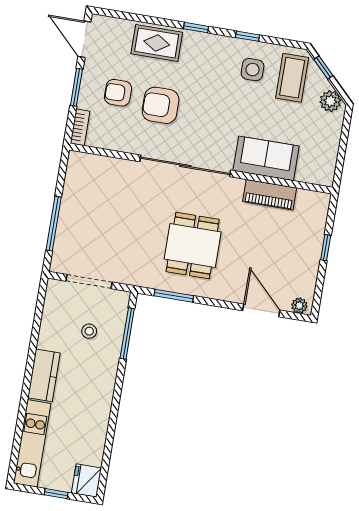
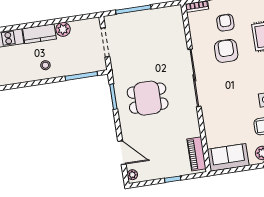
sofa: (266, 158) -> (228, 157), moved, turned -90
piano: (270, 195) -> (197, 154), moved
door: (261, 310) -> (122, 153), hinge flipped
stool: (89, 331) -> (45, 65), moved
plant: (49, 338) -> (63, 29), added

